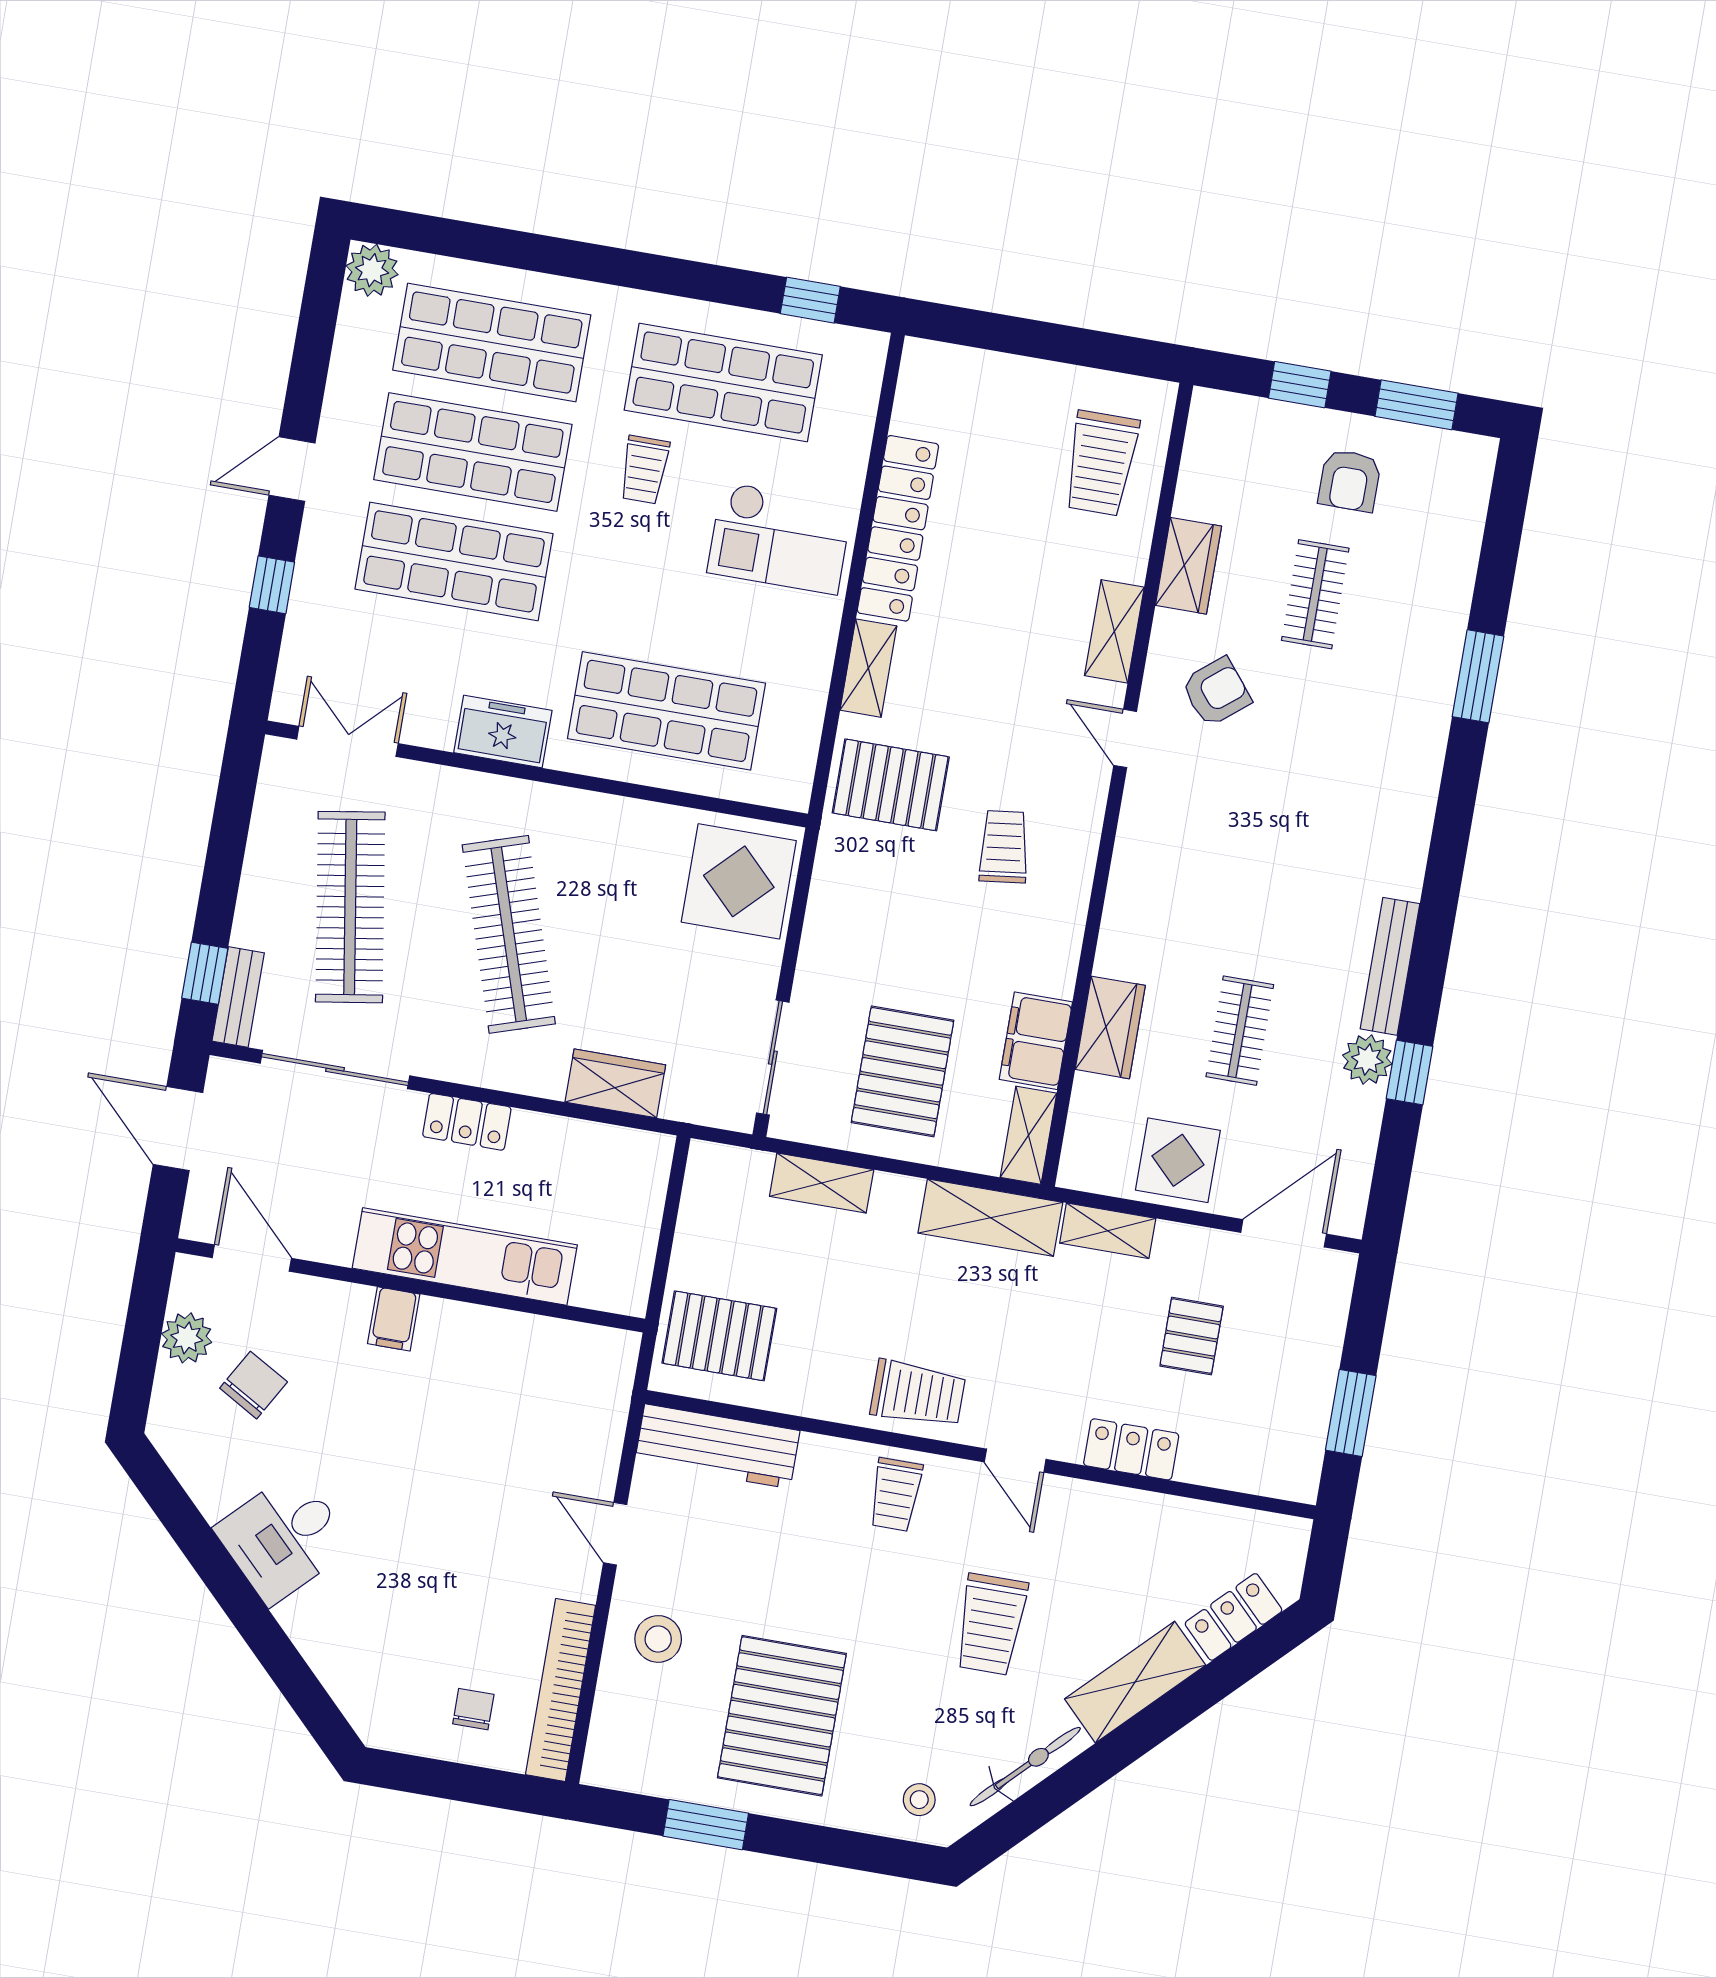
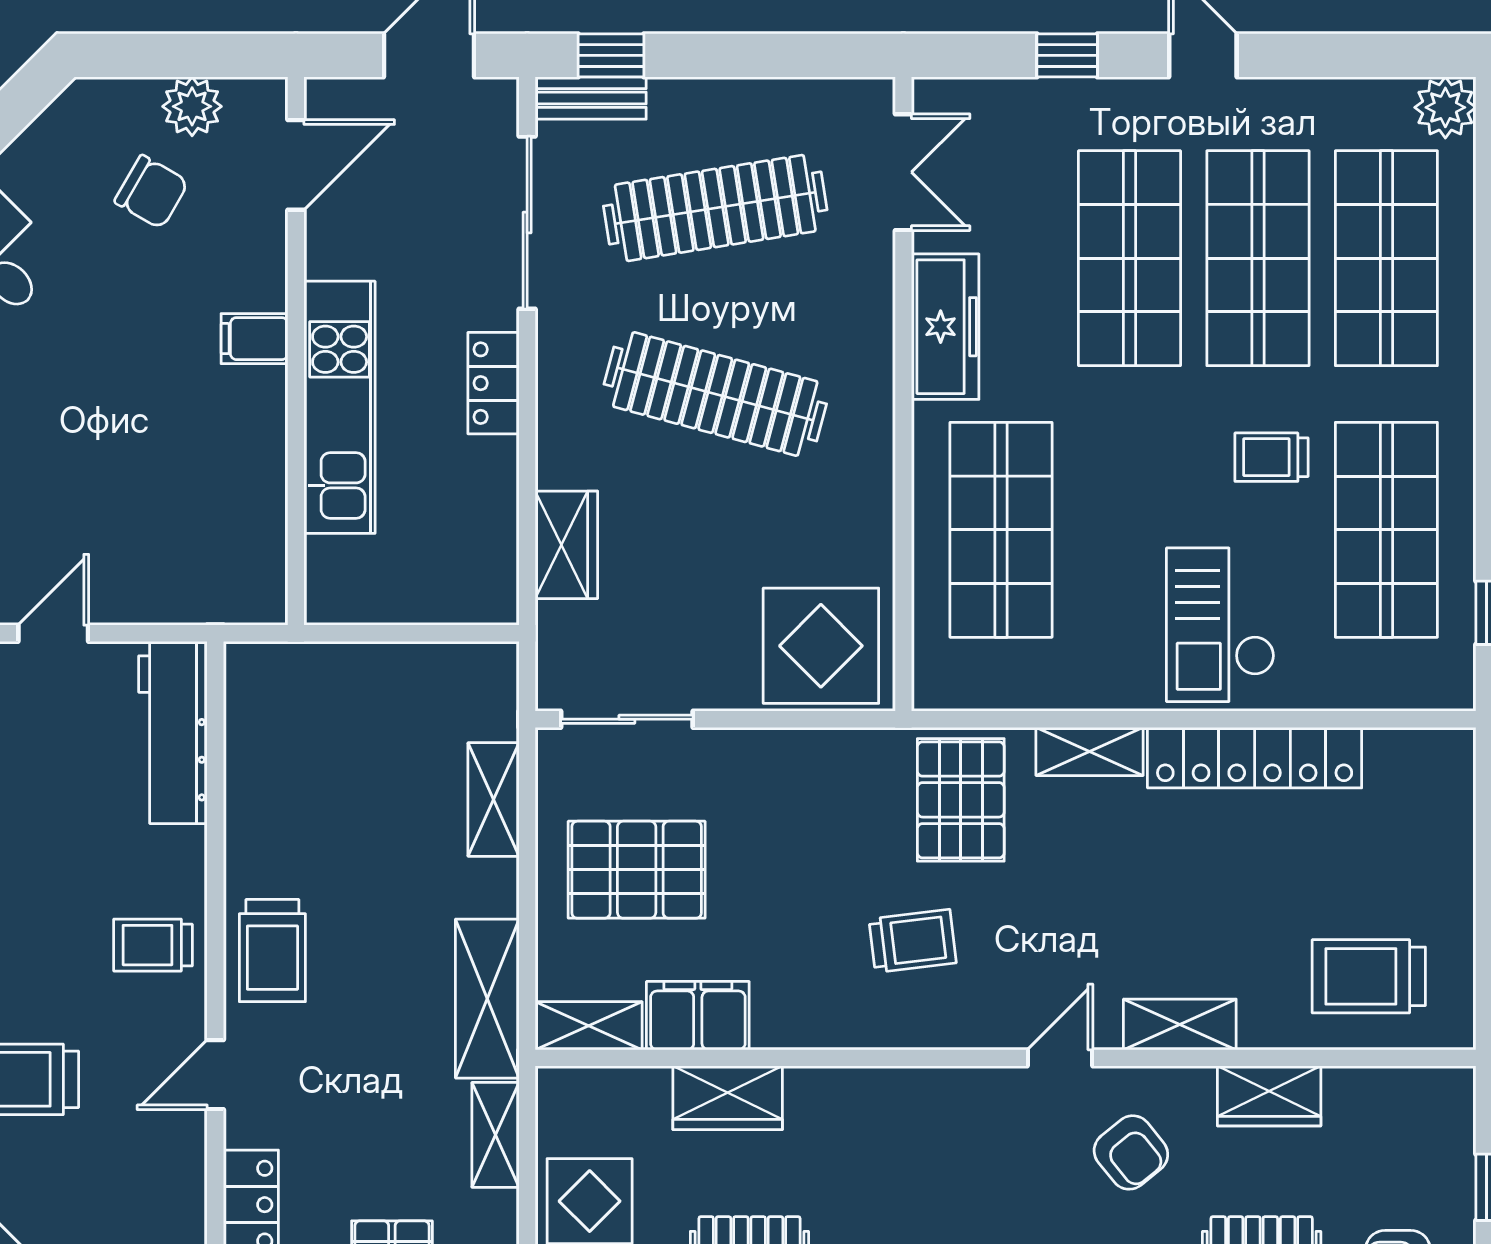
freezer: (503, 732) -> (945, 327), width x1.40
clothes rail: (509, 934) -> (715, 394), turned 33
pallet: (719, 1336) -> (299, 713), removed

